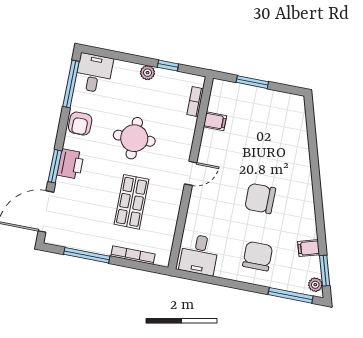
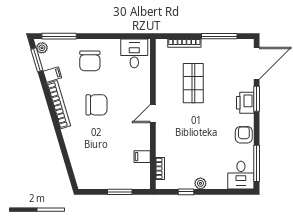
round table: (134, 138) -> (201, 132), removed
bookcase: (308, 208) -> (59, 105), added

